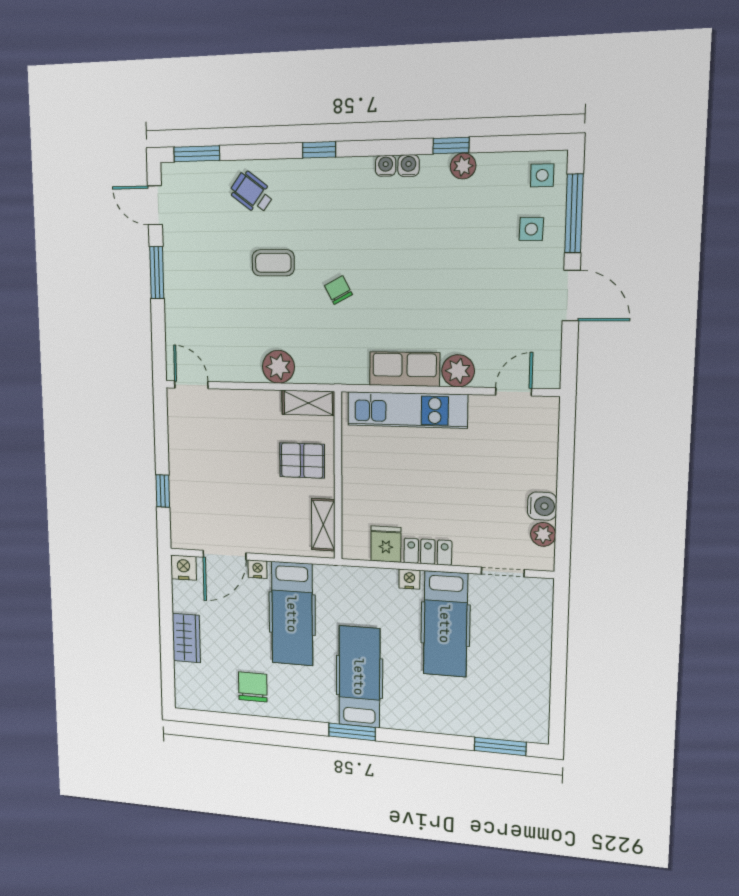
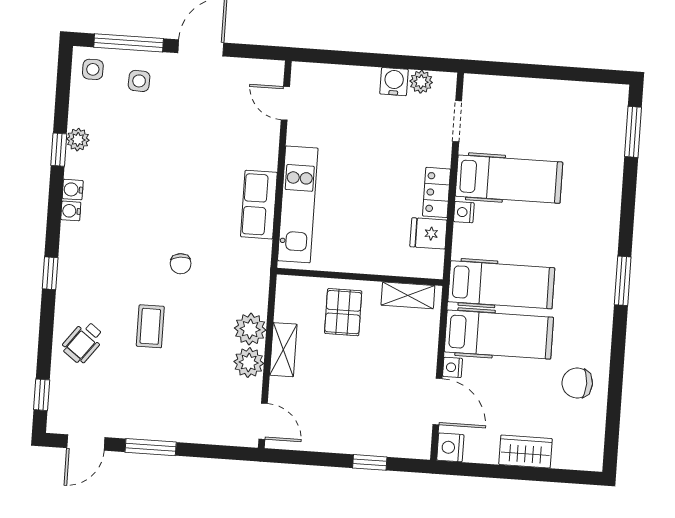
window: (197, 154) -> (42, 395), width x0.67
chair: (338, 290) -> (181, 264), turned -68
plant: (458, 371) -> (249, 363), moved
door: (191, 385) -> (263, 421), swing flipped
shelving: (308, 403) -> (283, 350), moved
hospital bed: (359, 677) -> (501, 285), moved, turned 180

